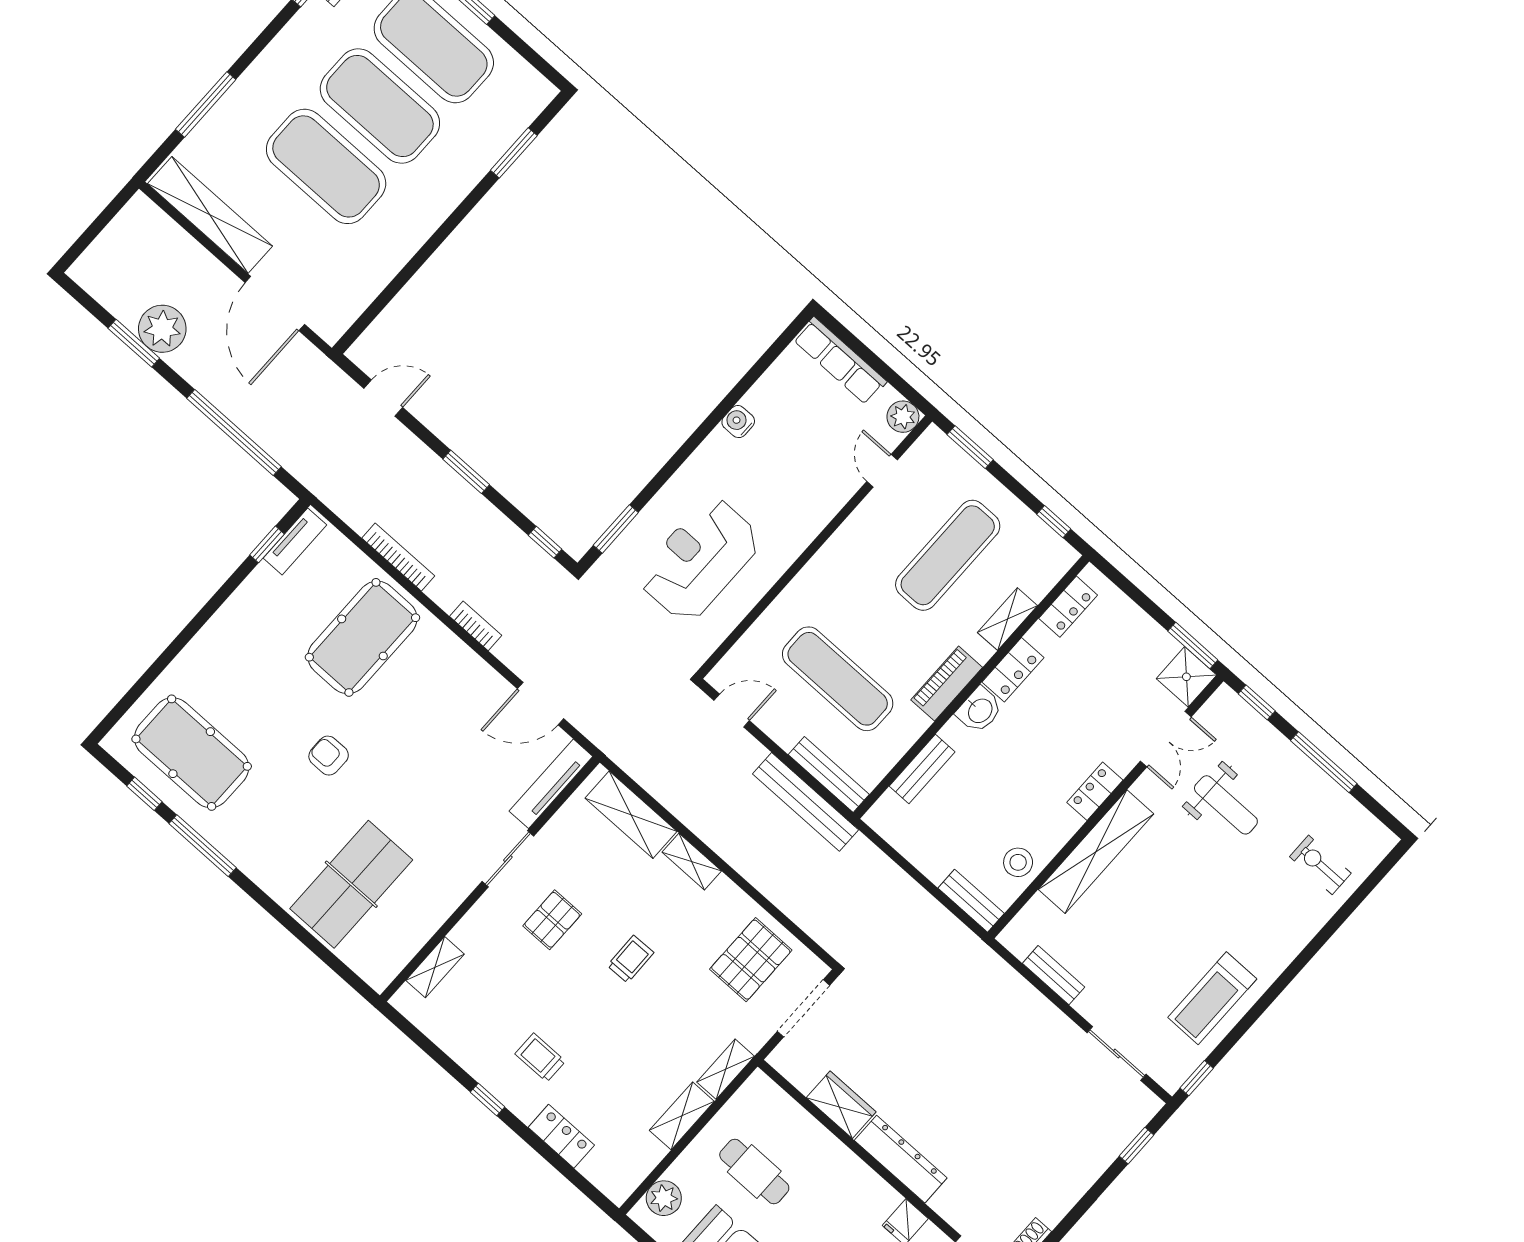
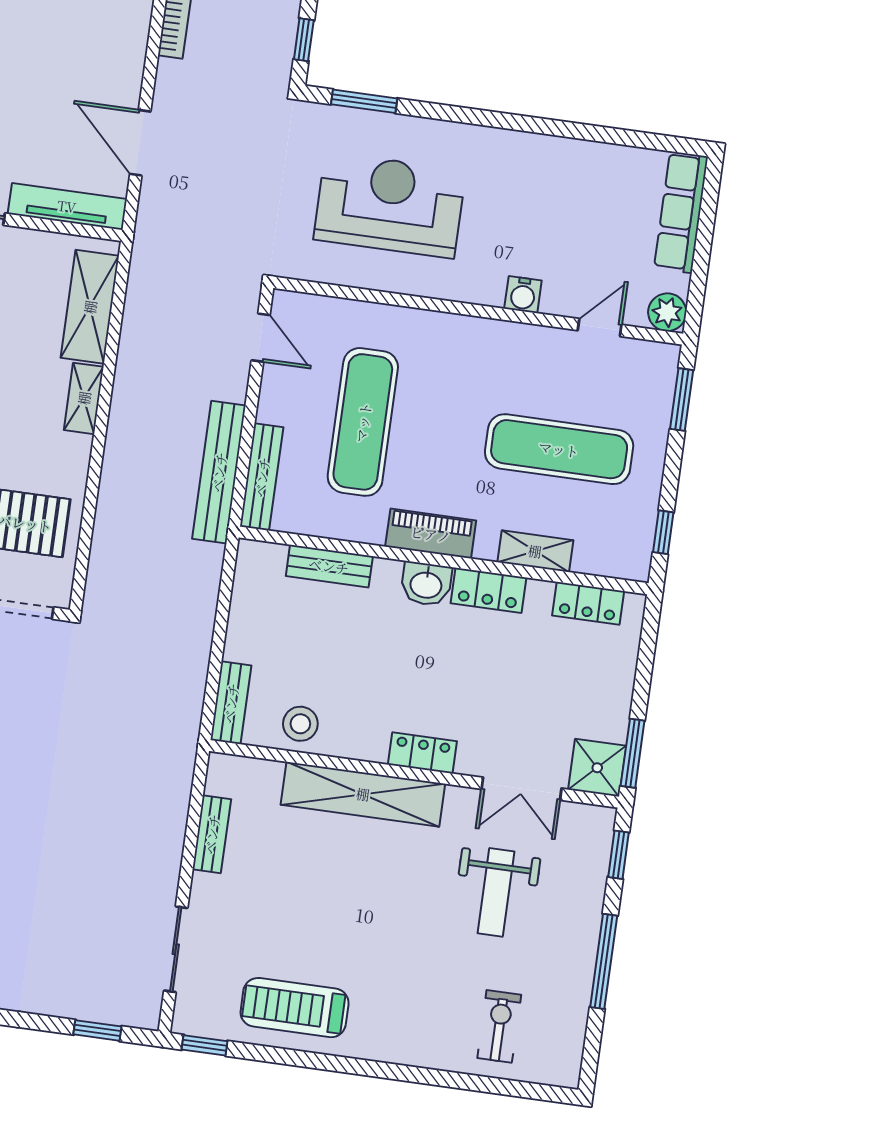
water cooler: (738, 422) -> (523, 295), moved, turned 180

